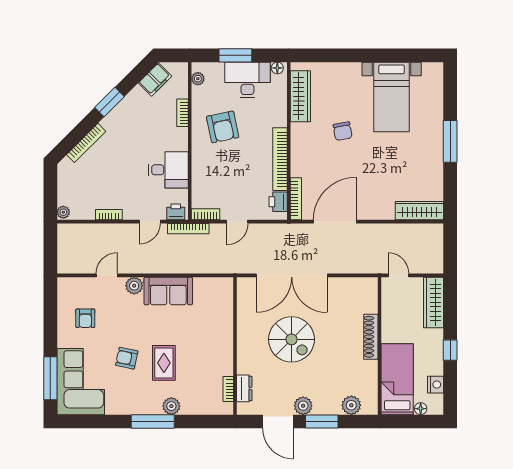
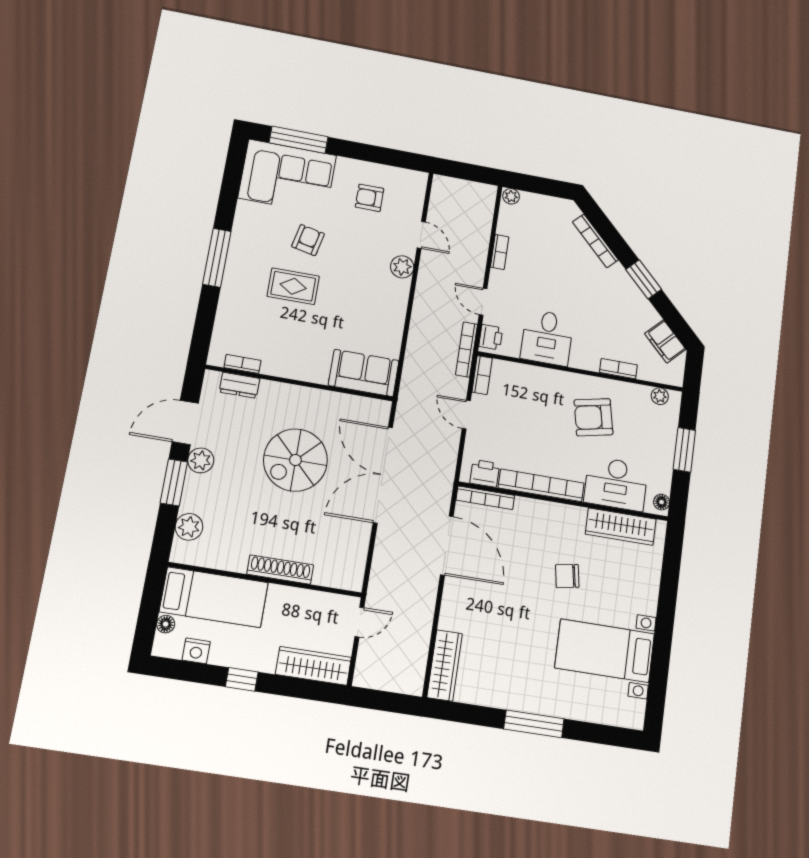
desk: (247, 80) -> (616, 484), moved, turned 90
sofa: (168, 291) -> (364, 373), moved, turned 90
plant: (171, 406) -> (233, 285), removed

